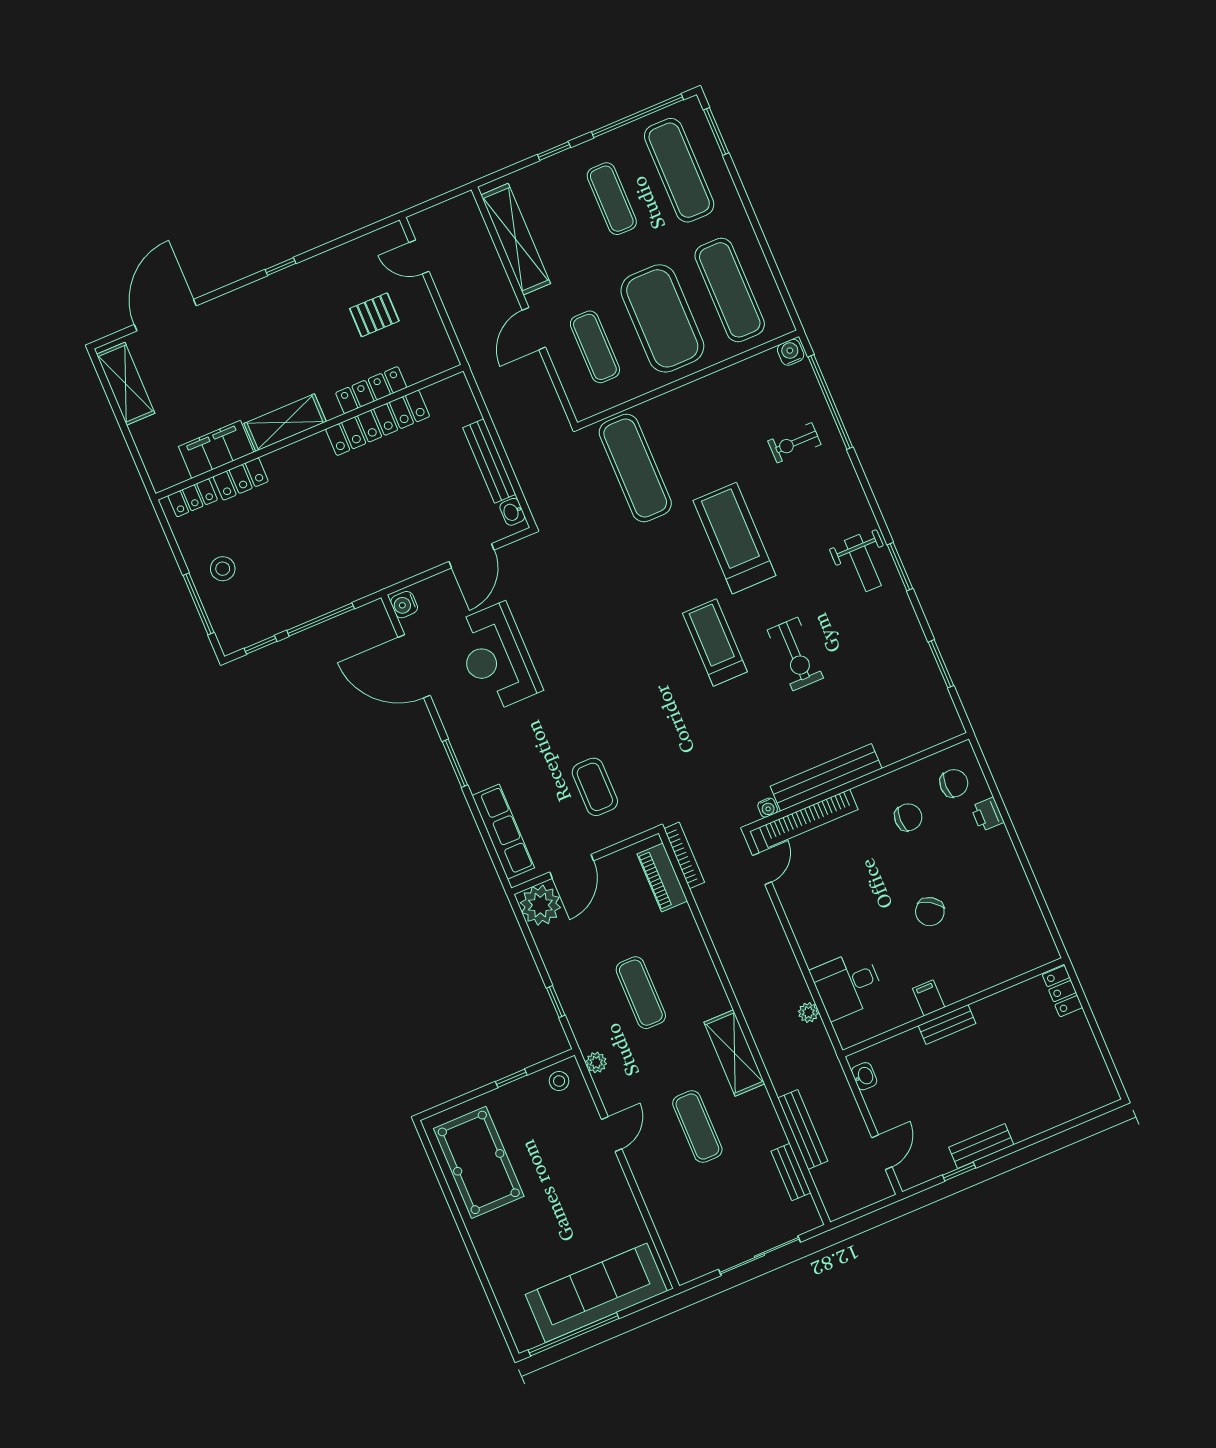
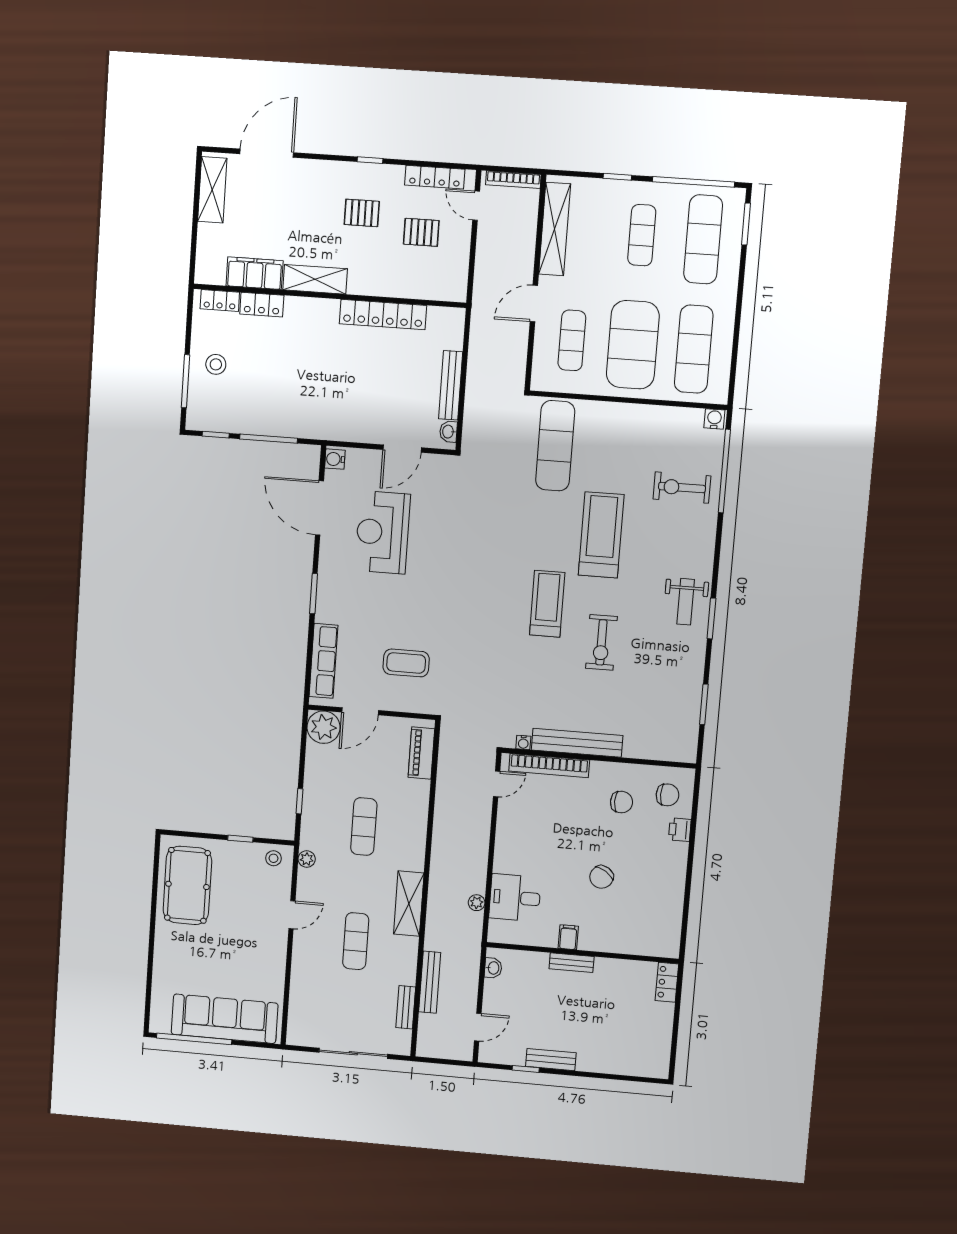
pallet: (300, 327) -> (362, 213), added
locker: (371, 390) -> (435, 177), moved, turned 180
exercise bike: (794, 443) -> (682, 488), width x1.38, depth x1.39
coffee table: (595, 787) -> (406, 663), turned 90
bookcase: (684, 855) -> (513, 180), moved, turned 90

